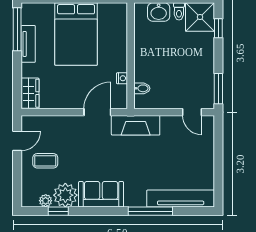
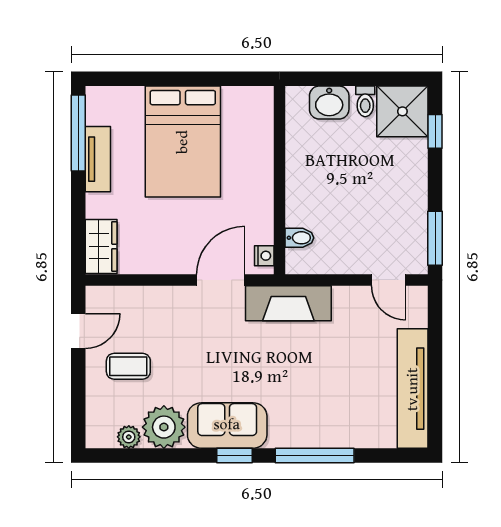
nightstand: (122, 78) -> (264, 256), moved
tv unit: (181, 199) -> (413, 389), moved, turned -90
window: (58, 211) -> (235, 456), moved

